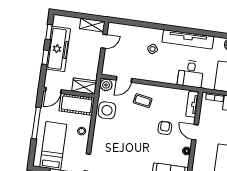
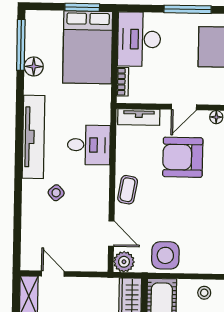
desk: (191, 74) -> (89, 145), moved
coffee table: (143, 101) -> (128, 190), moved
armchair: (165, 128) -> (183, 157), width x1.88, depth x1.88

